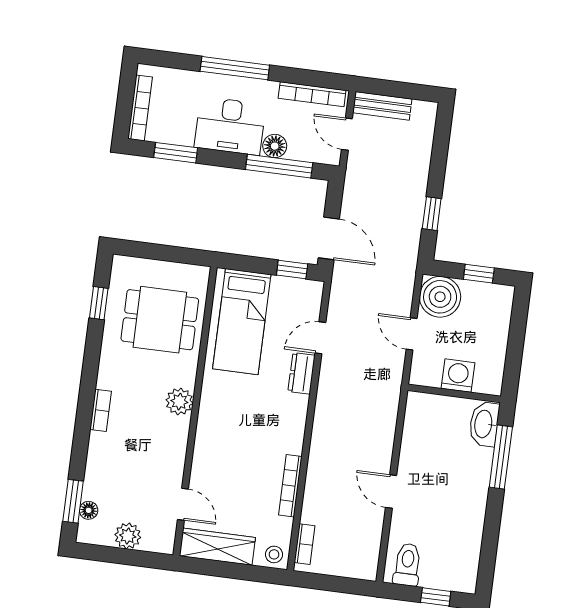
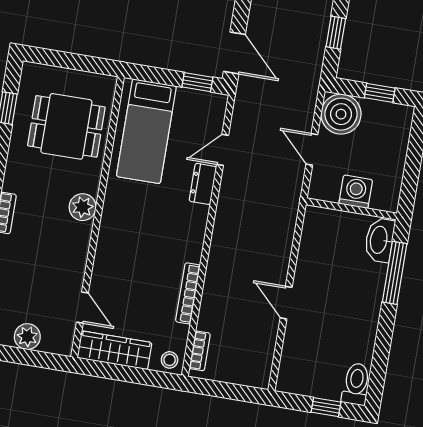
toilet: (407, 565) -> (356, 384), moved

